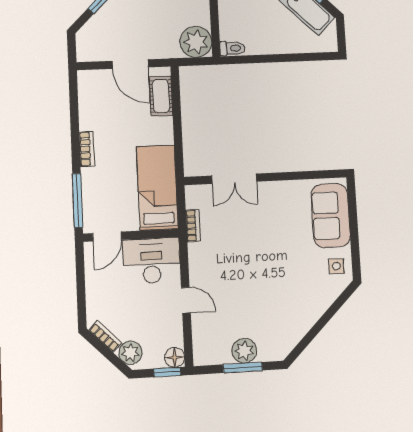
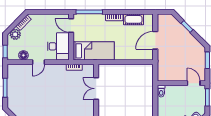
plant: (196, 42) -> (165, 73), removed
cot: (161, 96) -> (134, 19), moved
plant: (244, 351) -> (13, 89), removed
floor lamp: (175, 357) -> (23, 55), moved

